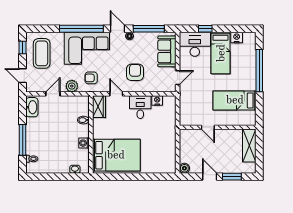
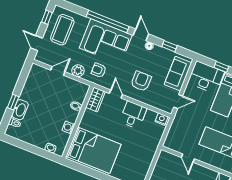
window: (149, 29) -> (169, 46), width x0.46
nightstand: (157, 100) -> (162, 119), moved
washbasin: (32, 107) -> (20, 110), moved
window: (23, 140) -> (13, 102), width x0.46

